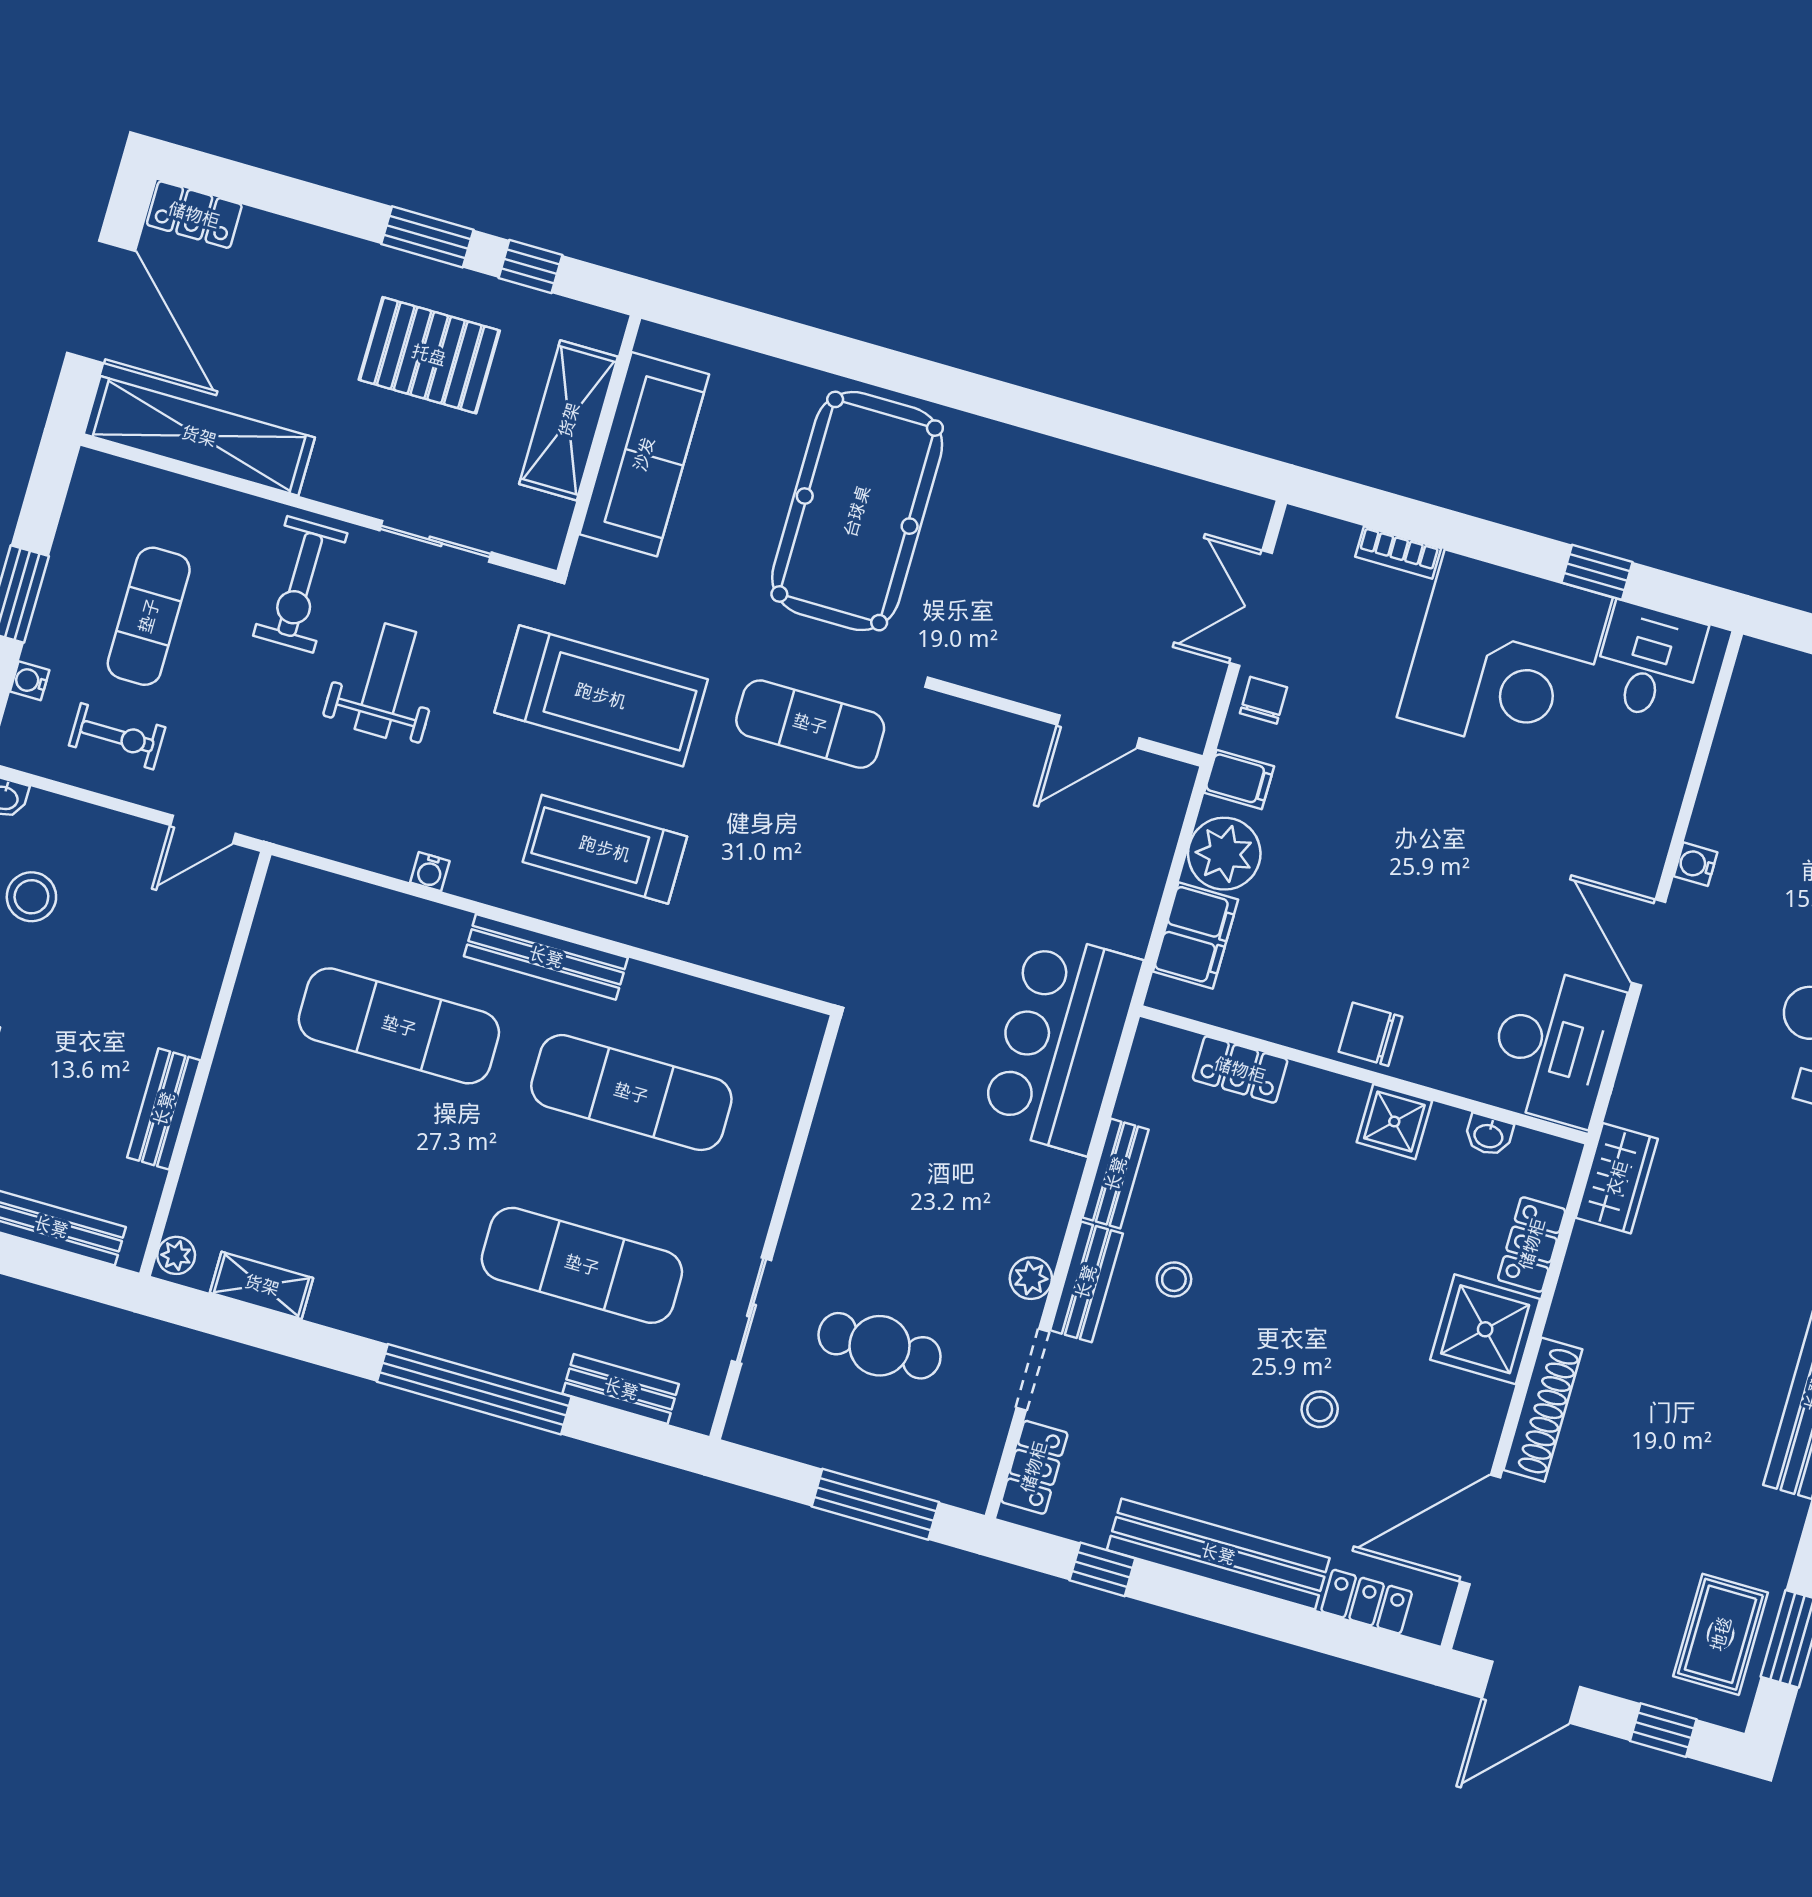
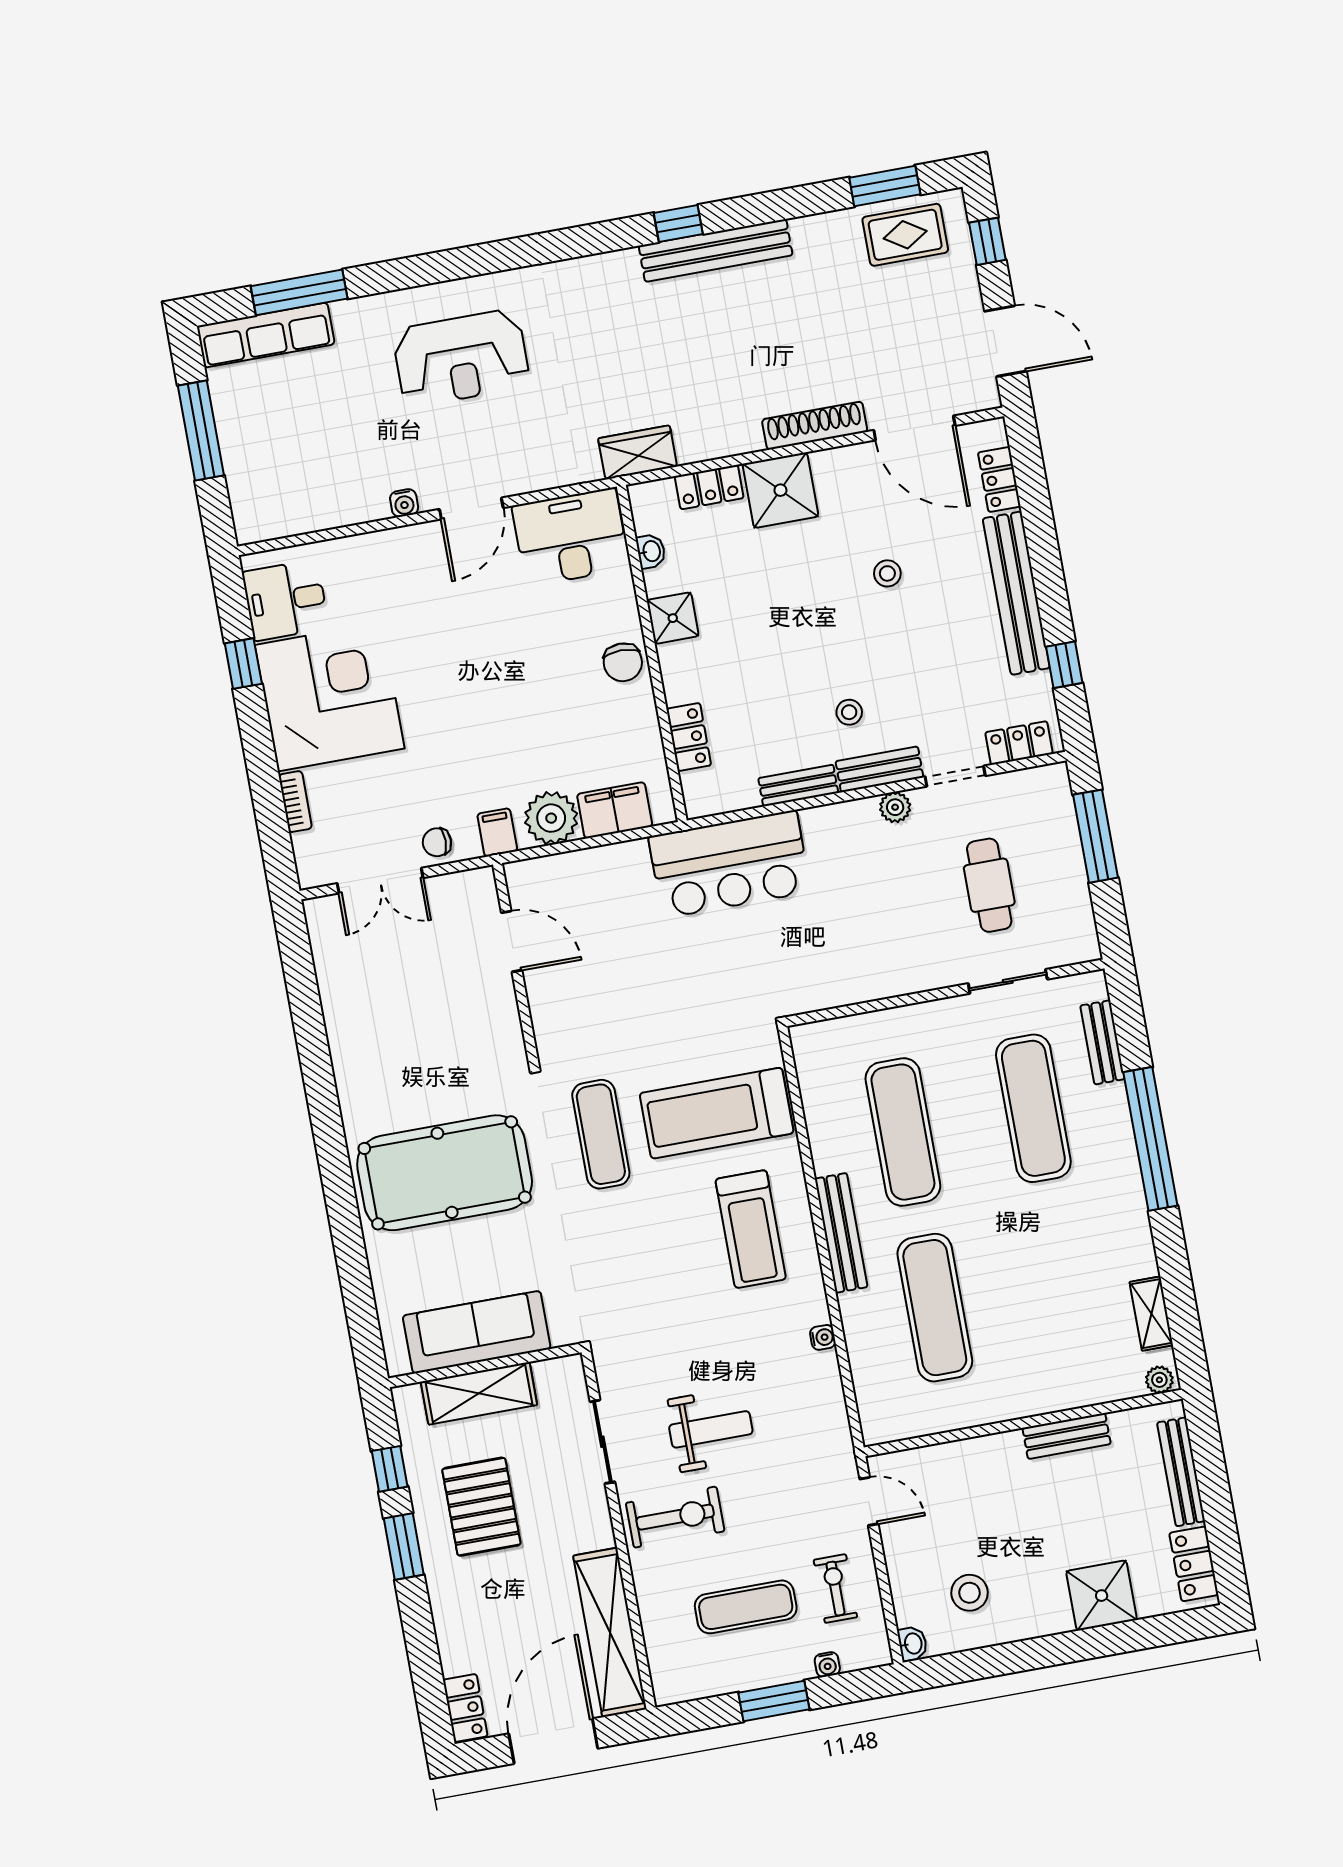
weight bench: (385, 681) -> (711, 1429), turned 180
treadmill: (601, 696) -> (717, 1113), moved, turned -90

